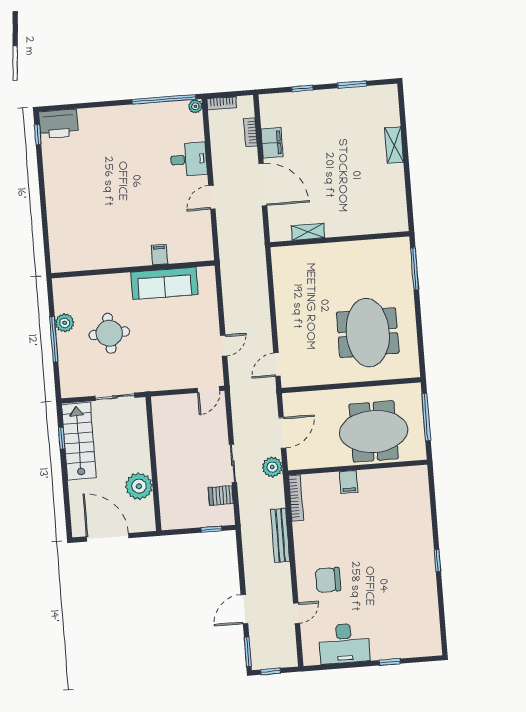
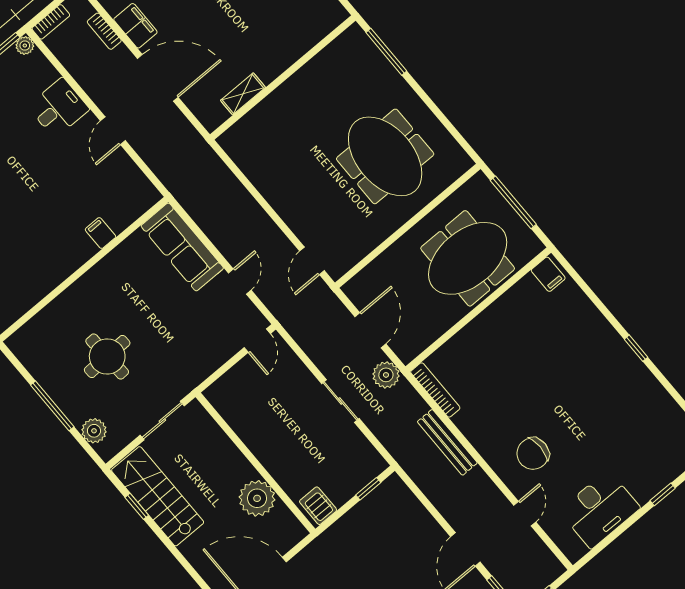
sofa: (164, 283) -> (182, 247), moved, turned 90
plant: (65, 323) -> (94, 431), moved
filing cabinet: (349, 482) -> (548, 274), moved
server rack: (221, 495) -> (318, 506), moved, turned 90

